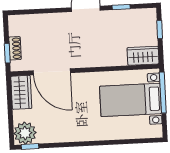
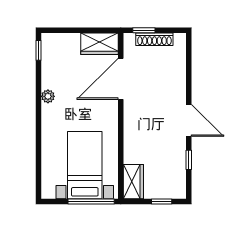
shoe rack: (15, 48) -> (154, 39), width x1.43
plant: (25, 133) -> (48, 96), moved, width x0.53, depth x0.53

